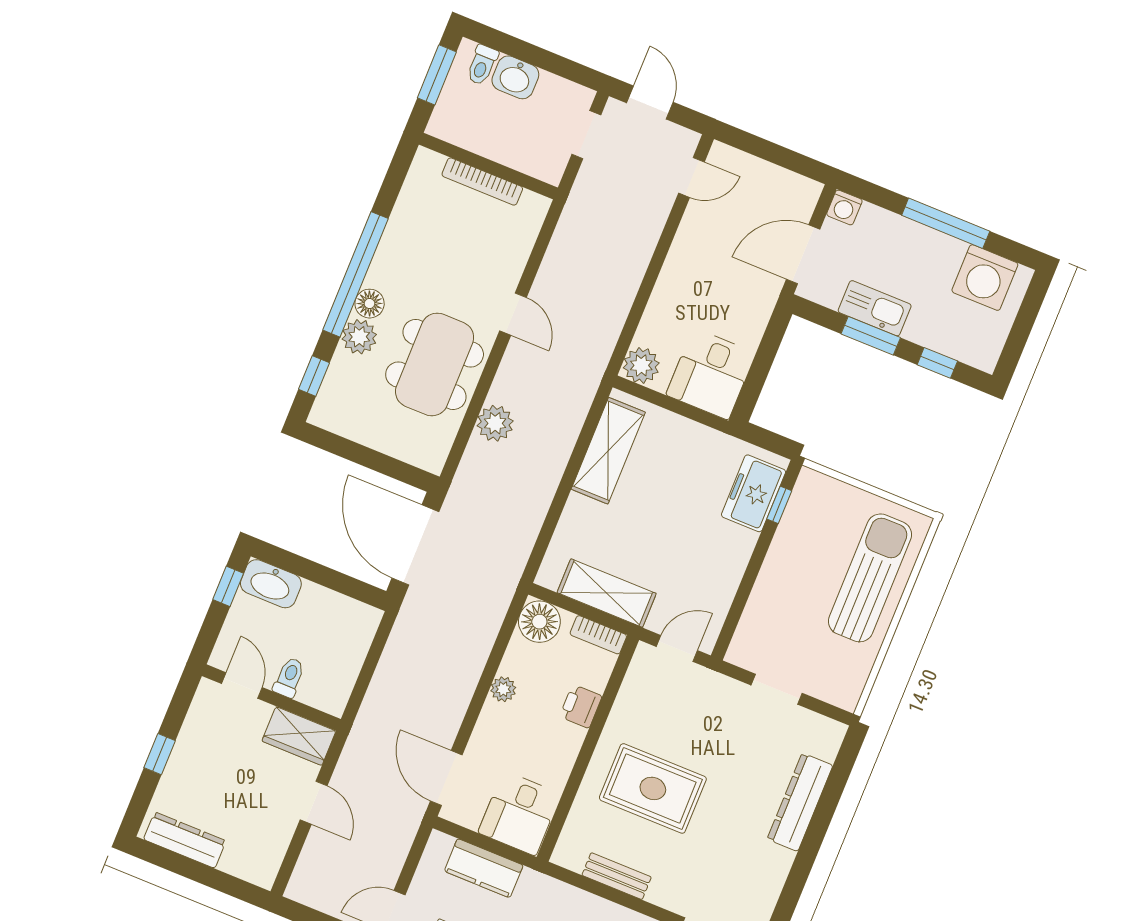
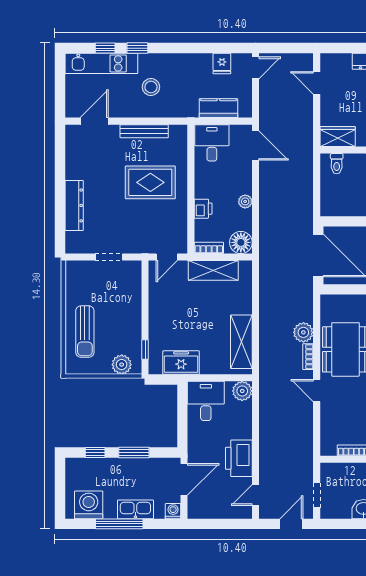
door: (650, 103) -> (291, 524), swing flipped
printer: (694, 252) -> (239, 458), added
kitchen sink: (875, 308) -> (135, 509), moved, turned 180
bookcase: (504, 378) -> (308, 357), added
freezer: (753, 493) -> (181, 363), moved, turned -90
plant: (830, 496) -> (122, 365), added
sun lounger: (870, 578) -> (85, 332), width x0.73, depth x0.75
toilet: (289, 678) -> (337, 164), moved
door: (314, 803) -> (317, 83), moved
bench: (617, 876) -> (144, 131), width x1.36

